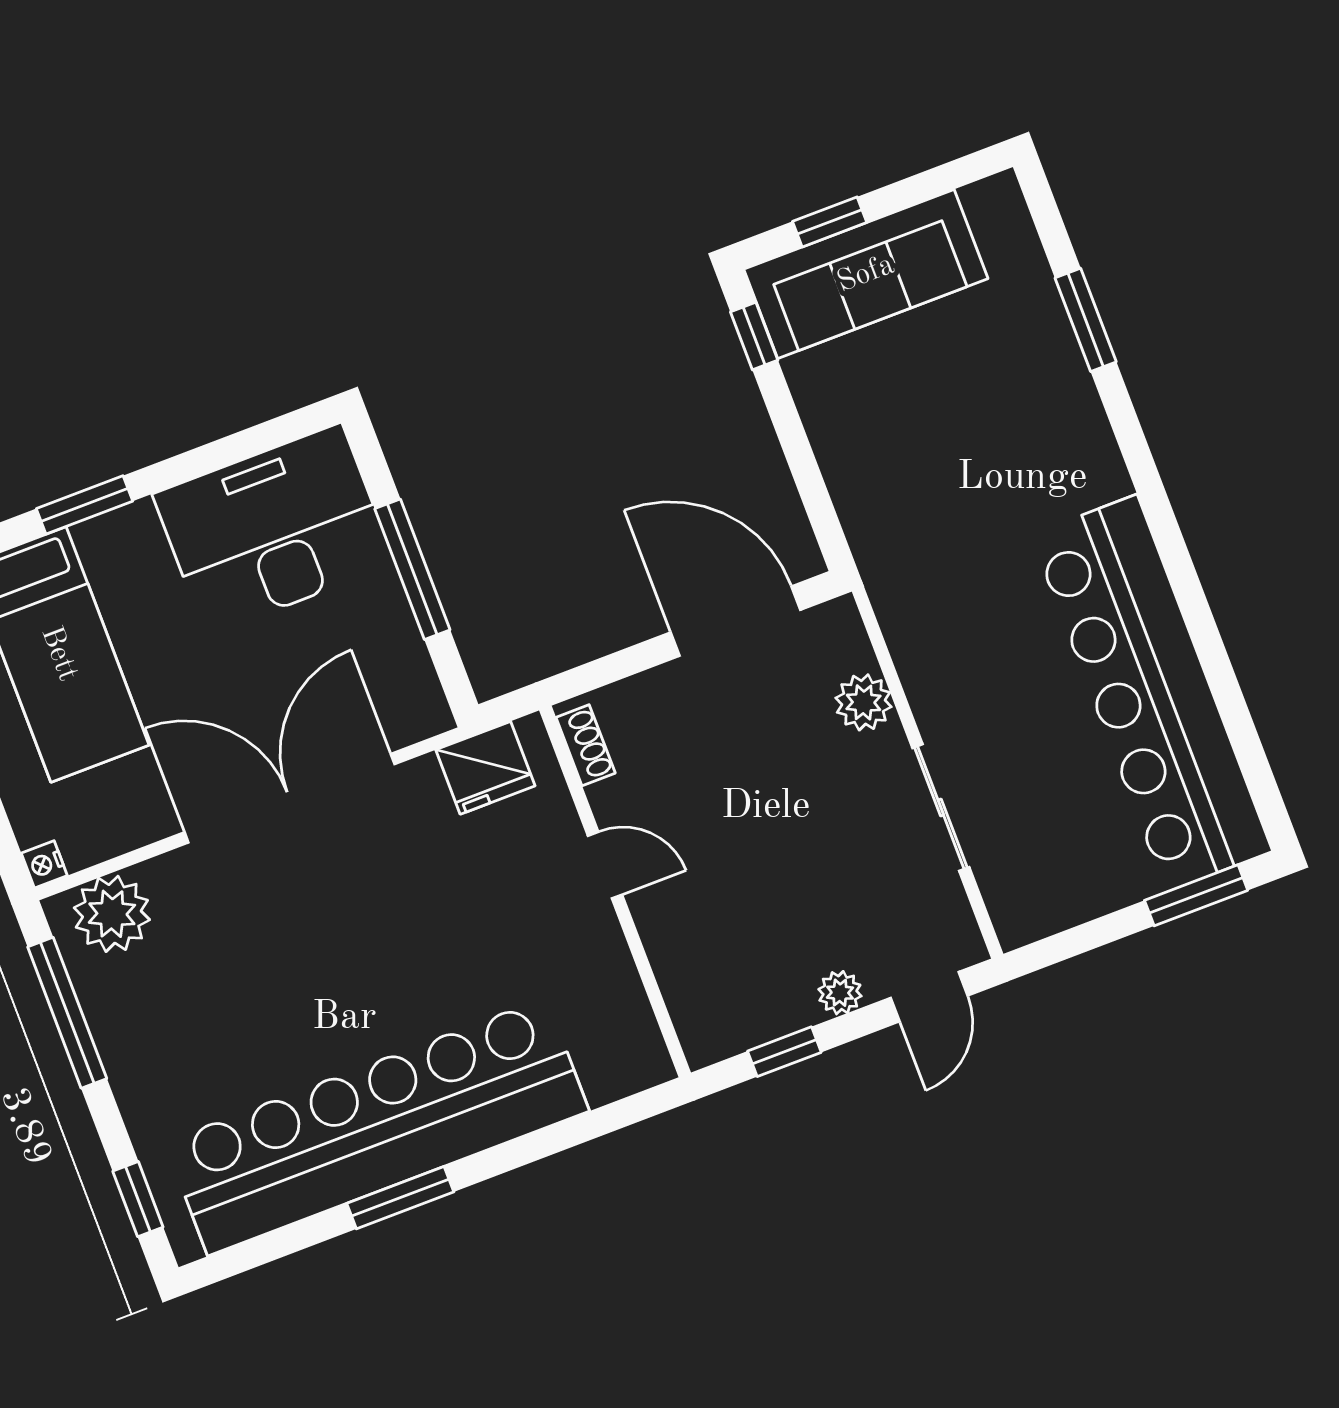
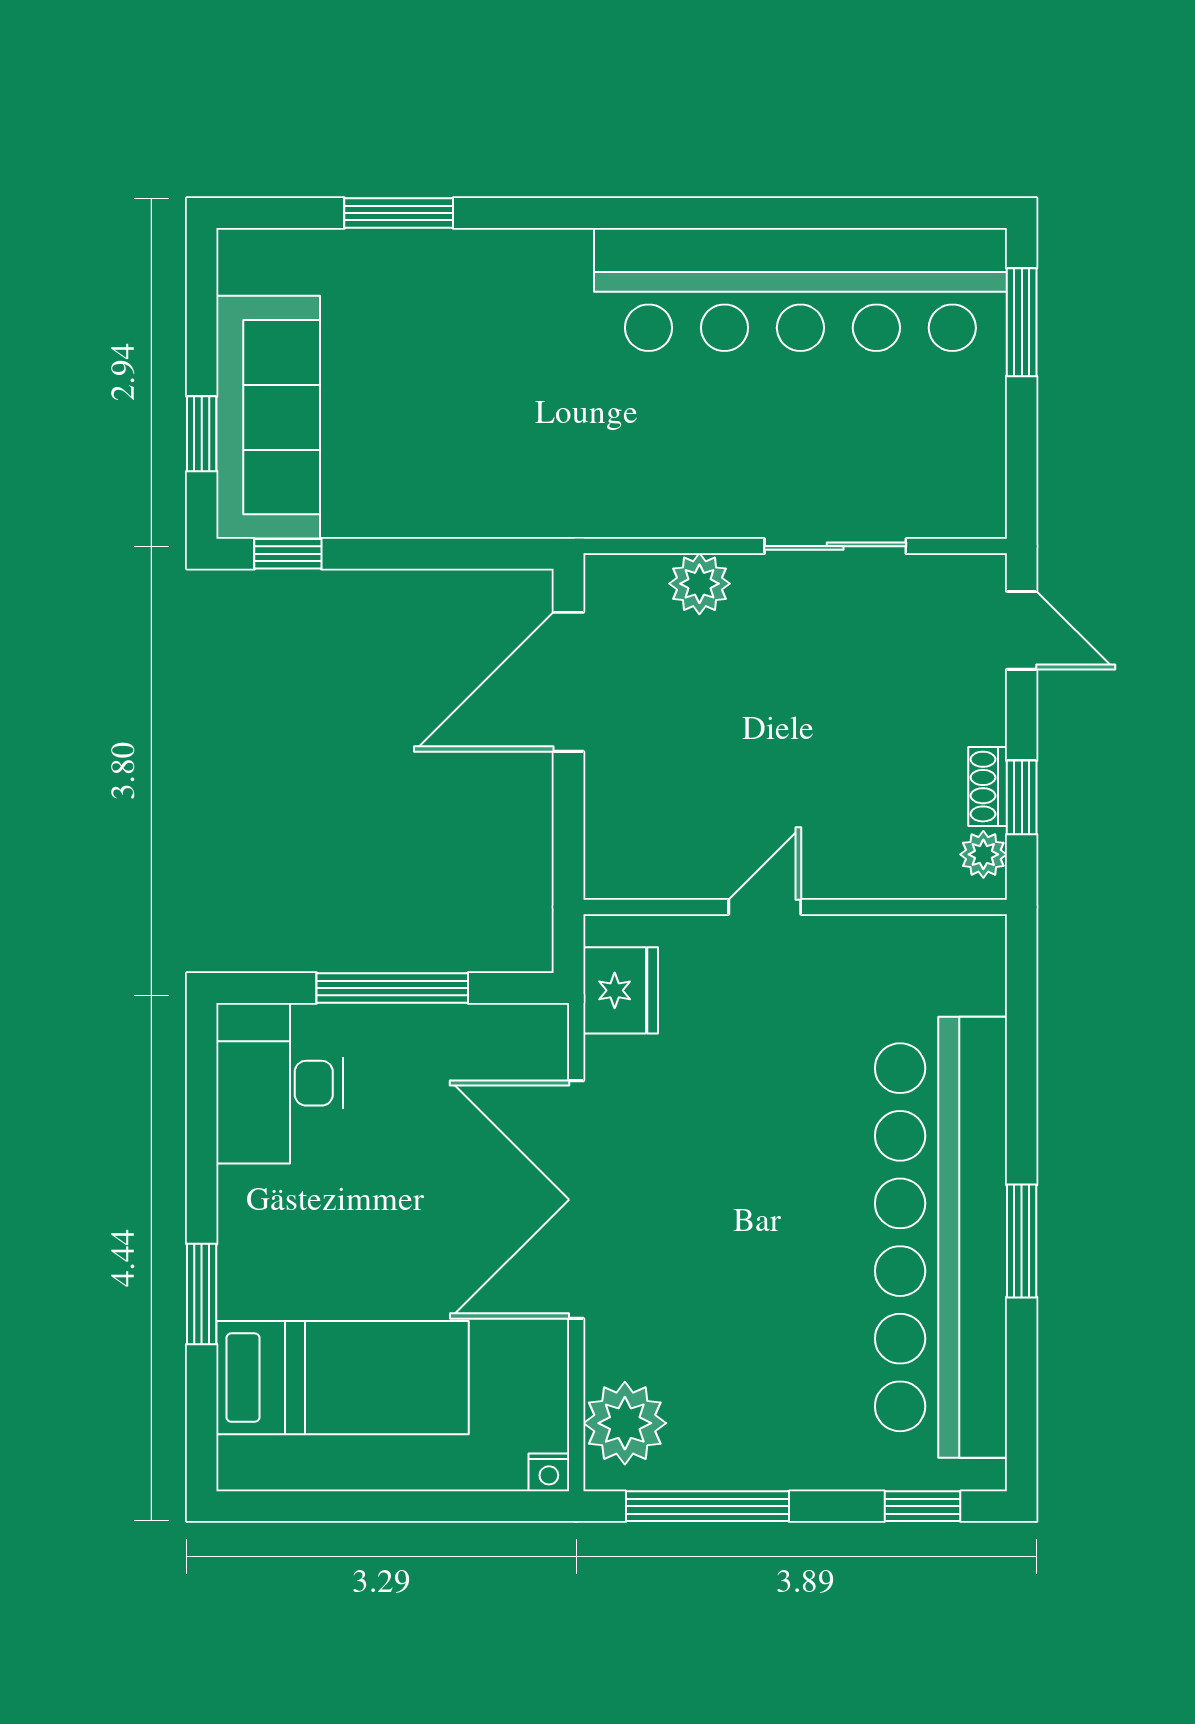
desk: (274, 529) -> (280, 1083), width x0.73, depth x0.77
shoe rack: (586, 745) -> (988, 787), moved, turned -90
plant: (840, 993) -> (983, 854), moved

